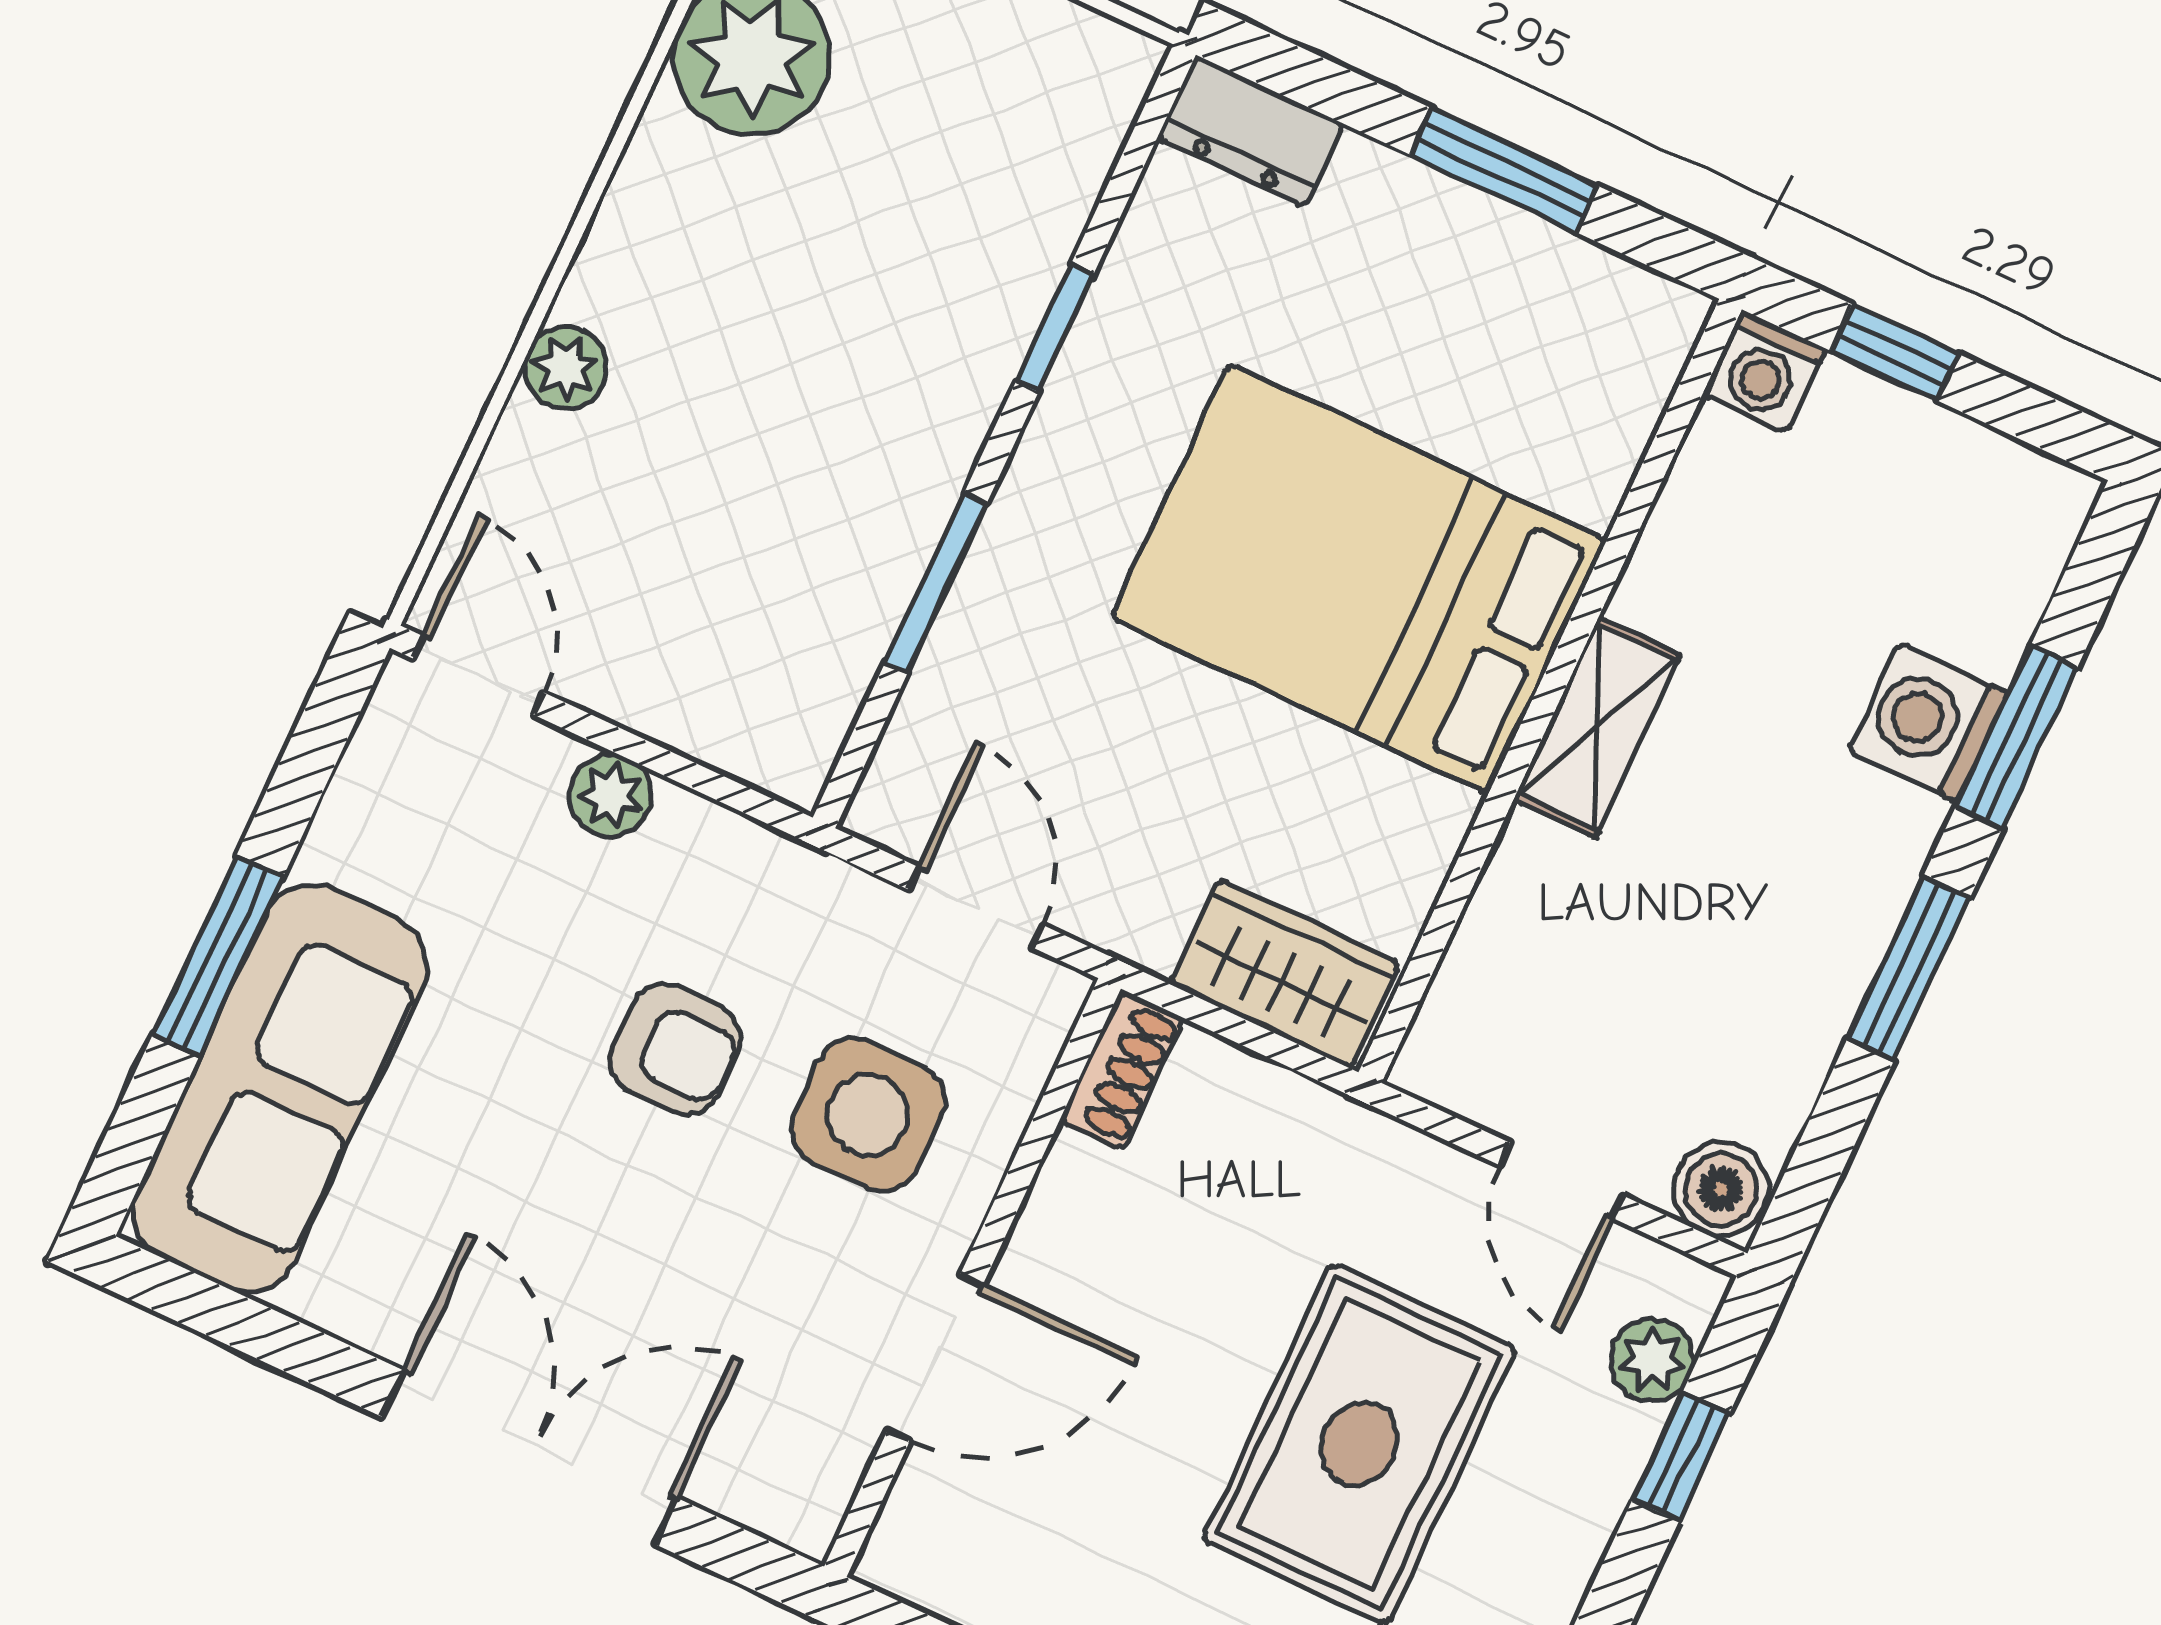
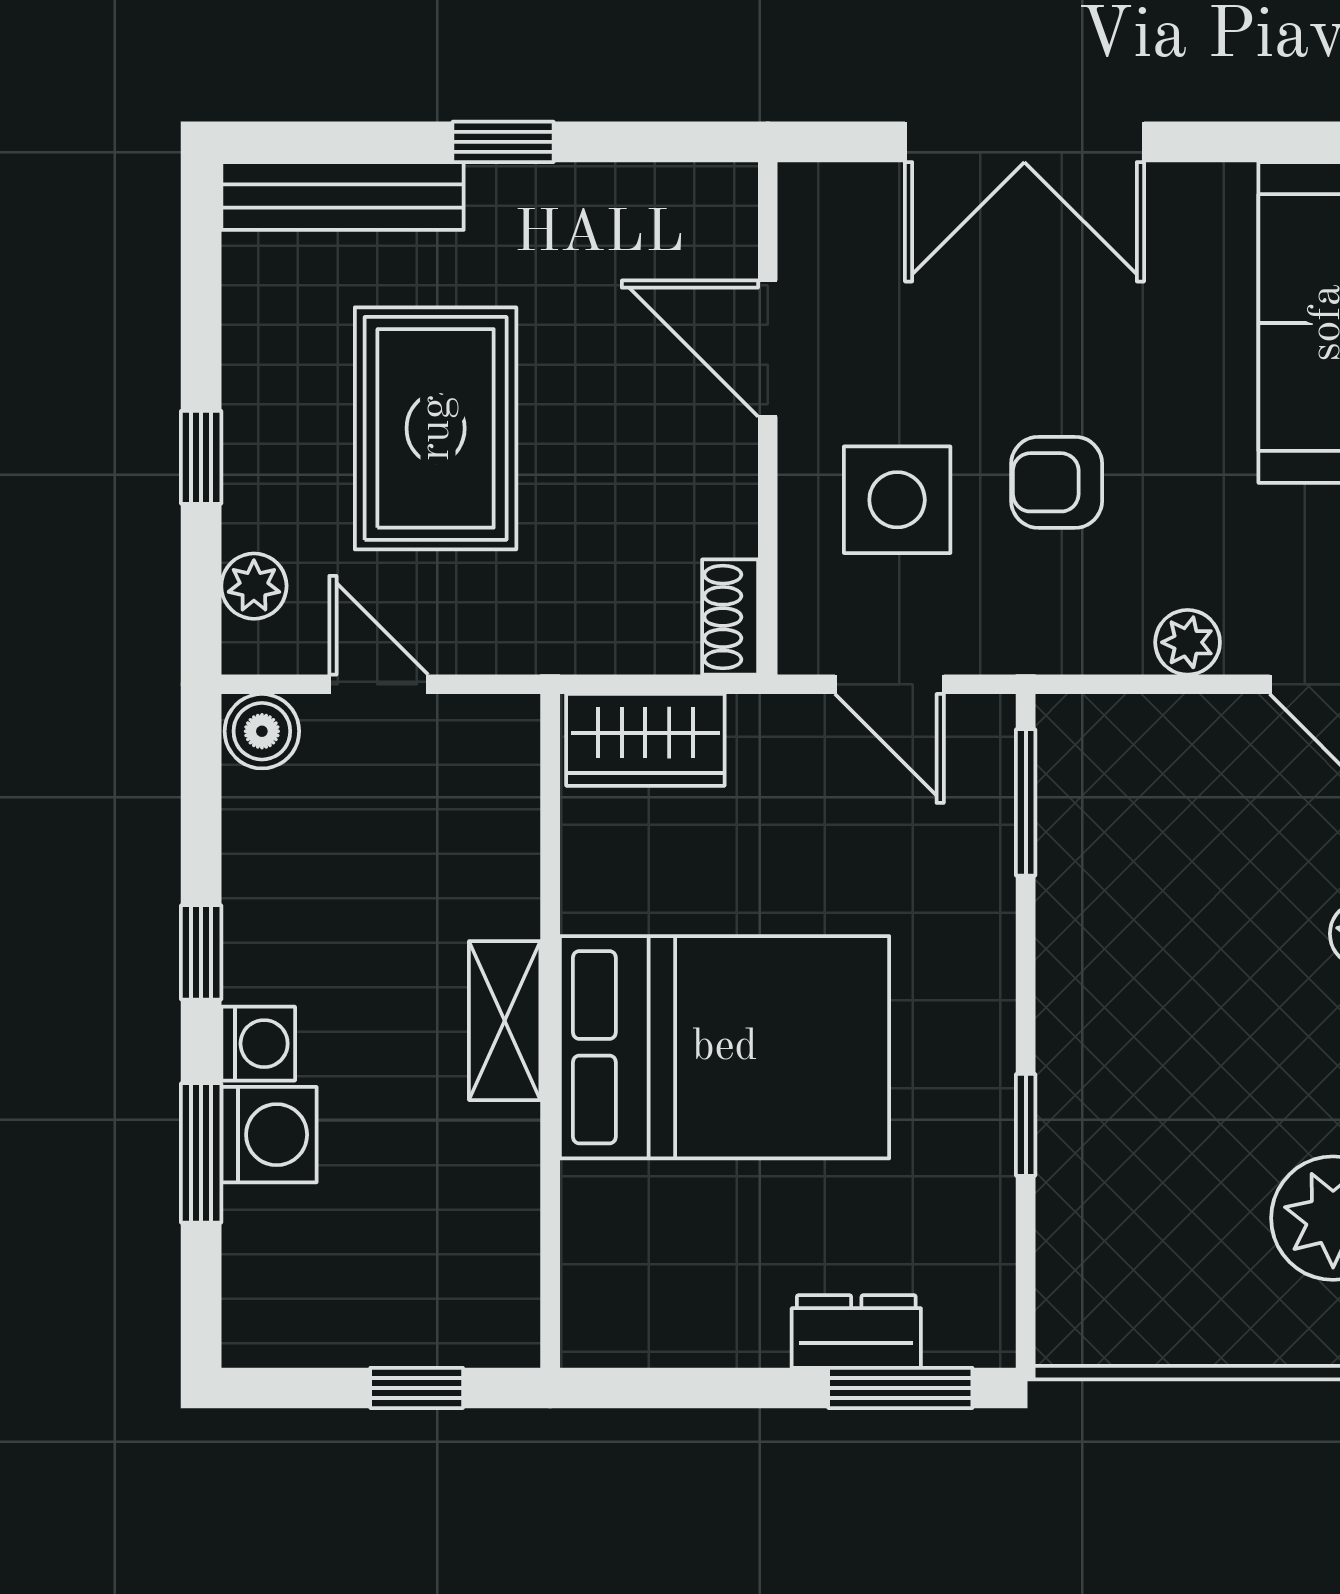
dresser: (1250, 131) -> (856, 1331), moved
window: (1504, 170) -> (900, 1388), moved
washing machine: (1764, 371) -> (258, 1044), moved, turned 90
window: (936, 583) -> (1026, 802), moved
window: (1909, 968) -> (201, 952), width x0.67
door: (935, 1358) -> (768, 349), hinge flipped
window: (1681, 1457) -> (201, 457), moved

